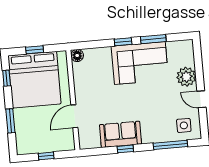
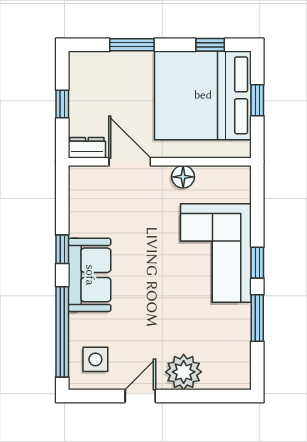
floor lamp: (77, 56) -> (183, 177), moved
corner sofa: (140, 63) -> (216, 253), moved
sofa: (120, 134) -> (90, 275), moved
dresser: (69, 140) -> (87, 148), added
window: (170, 145) -> (62, 332), width x1.46

